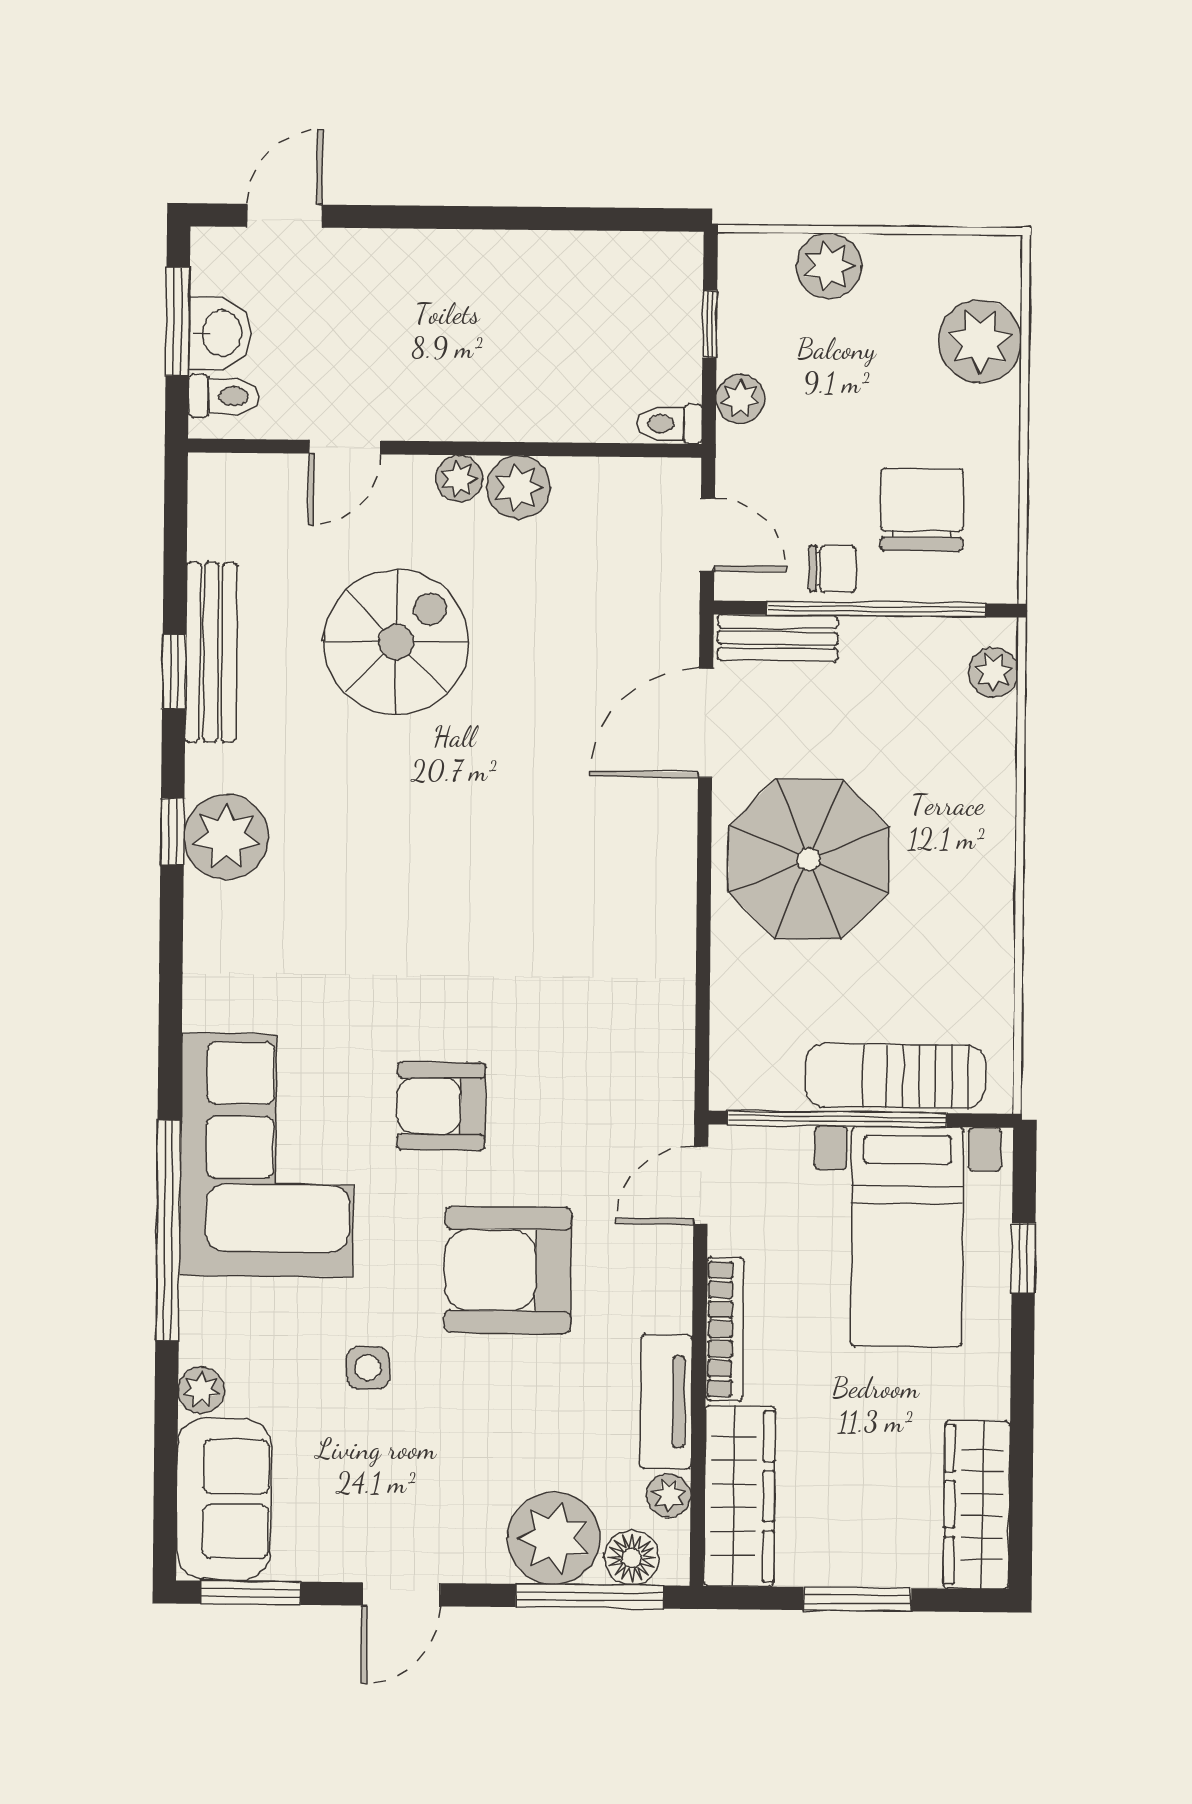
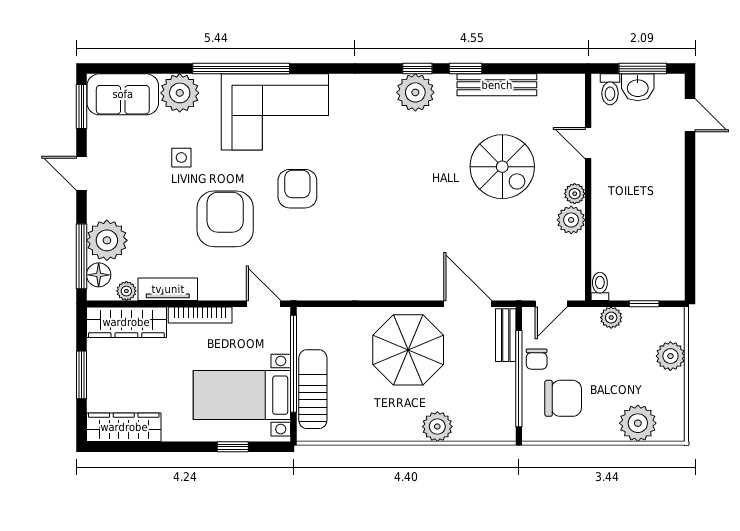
window: (174, 672) -> (466, 69), moved
plant: (993, 672) -> (437, 427), moved, width x1.38, depth x1.38
plant: (201, 1390) -> (180, 93), width x1.88, depth x1.88

